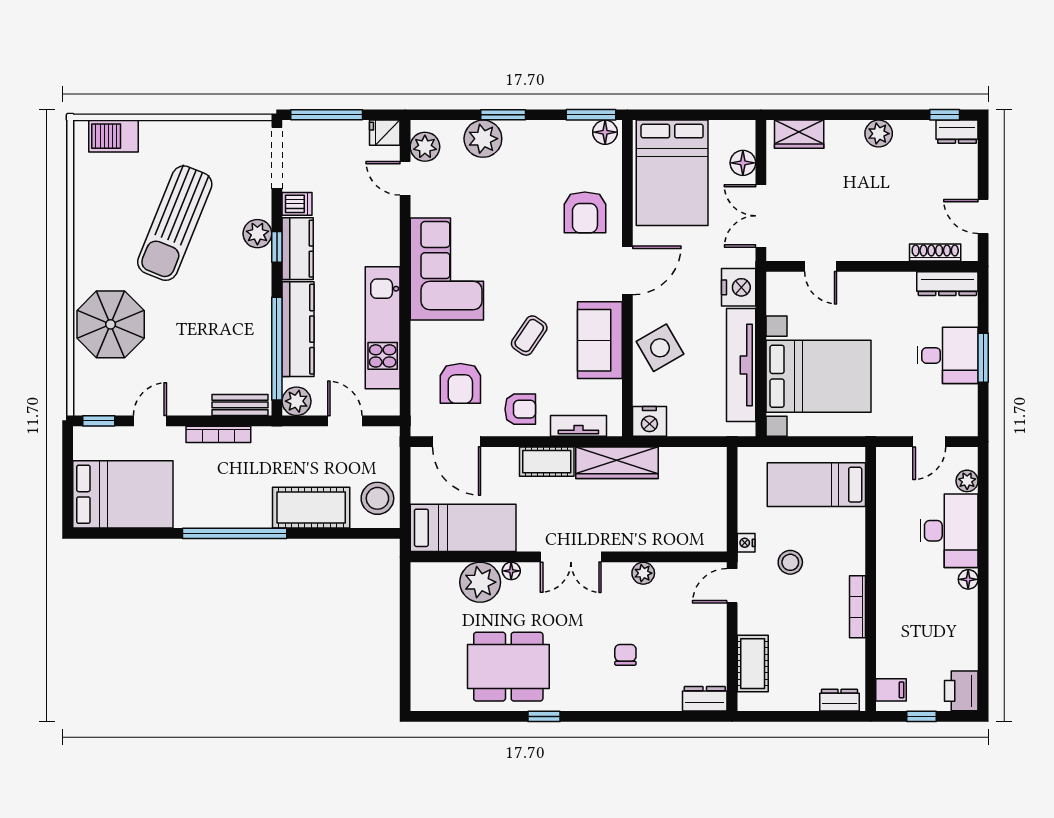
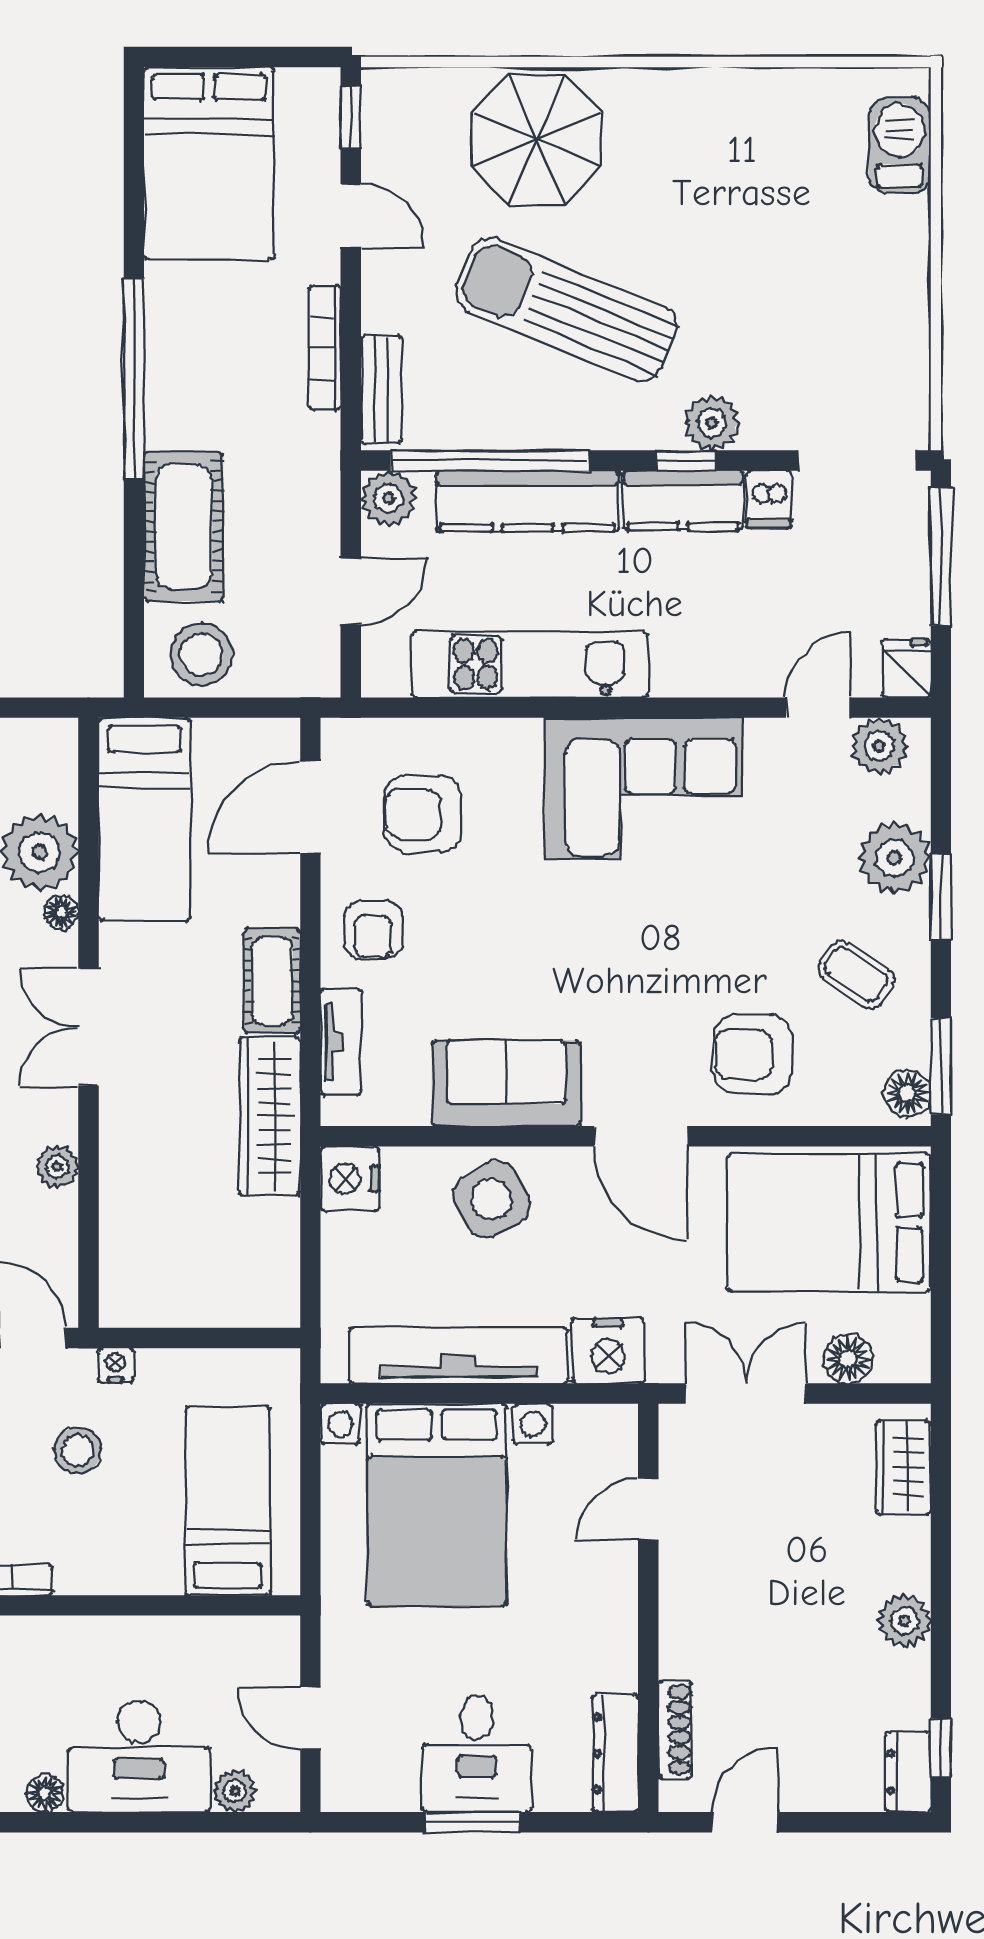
sun lounger: (175, 223) -> (566, 309), moved
coffee table: (529, 336) -> (856, 974), moved

